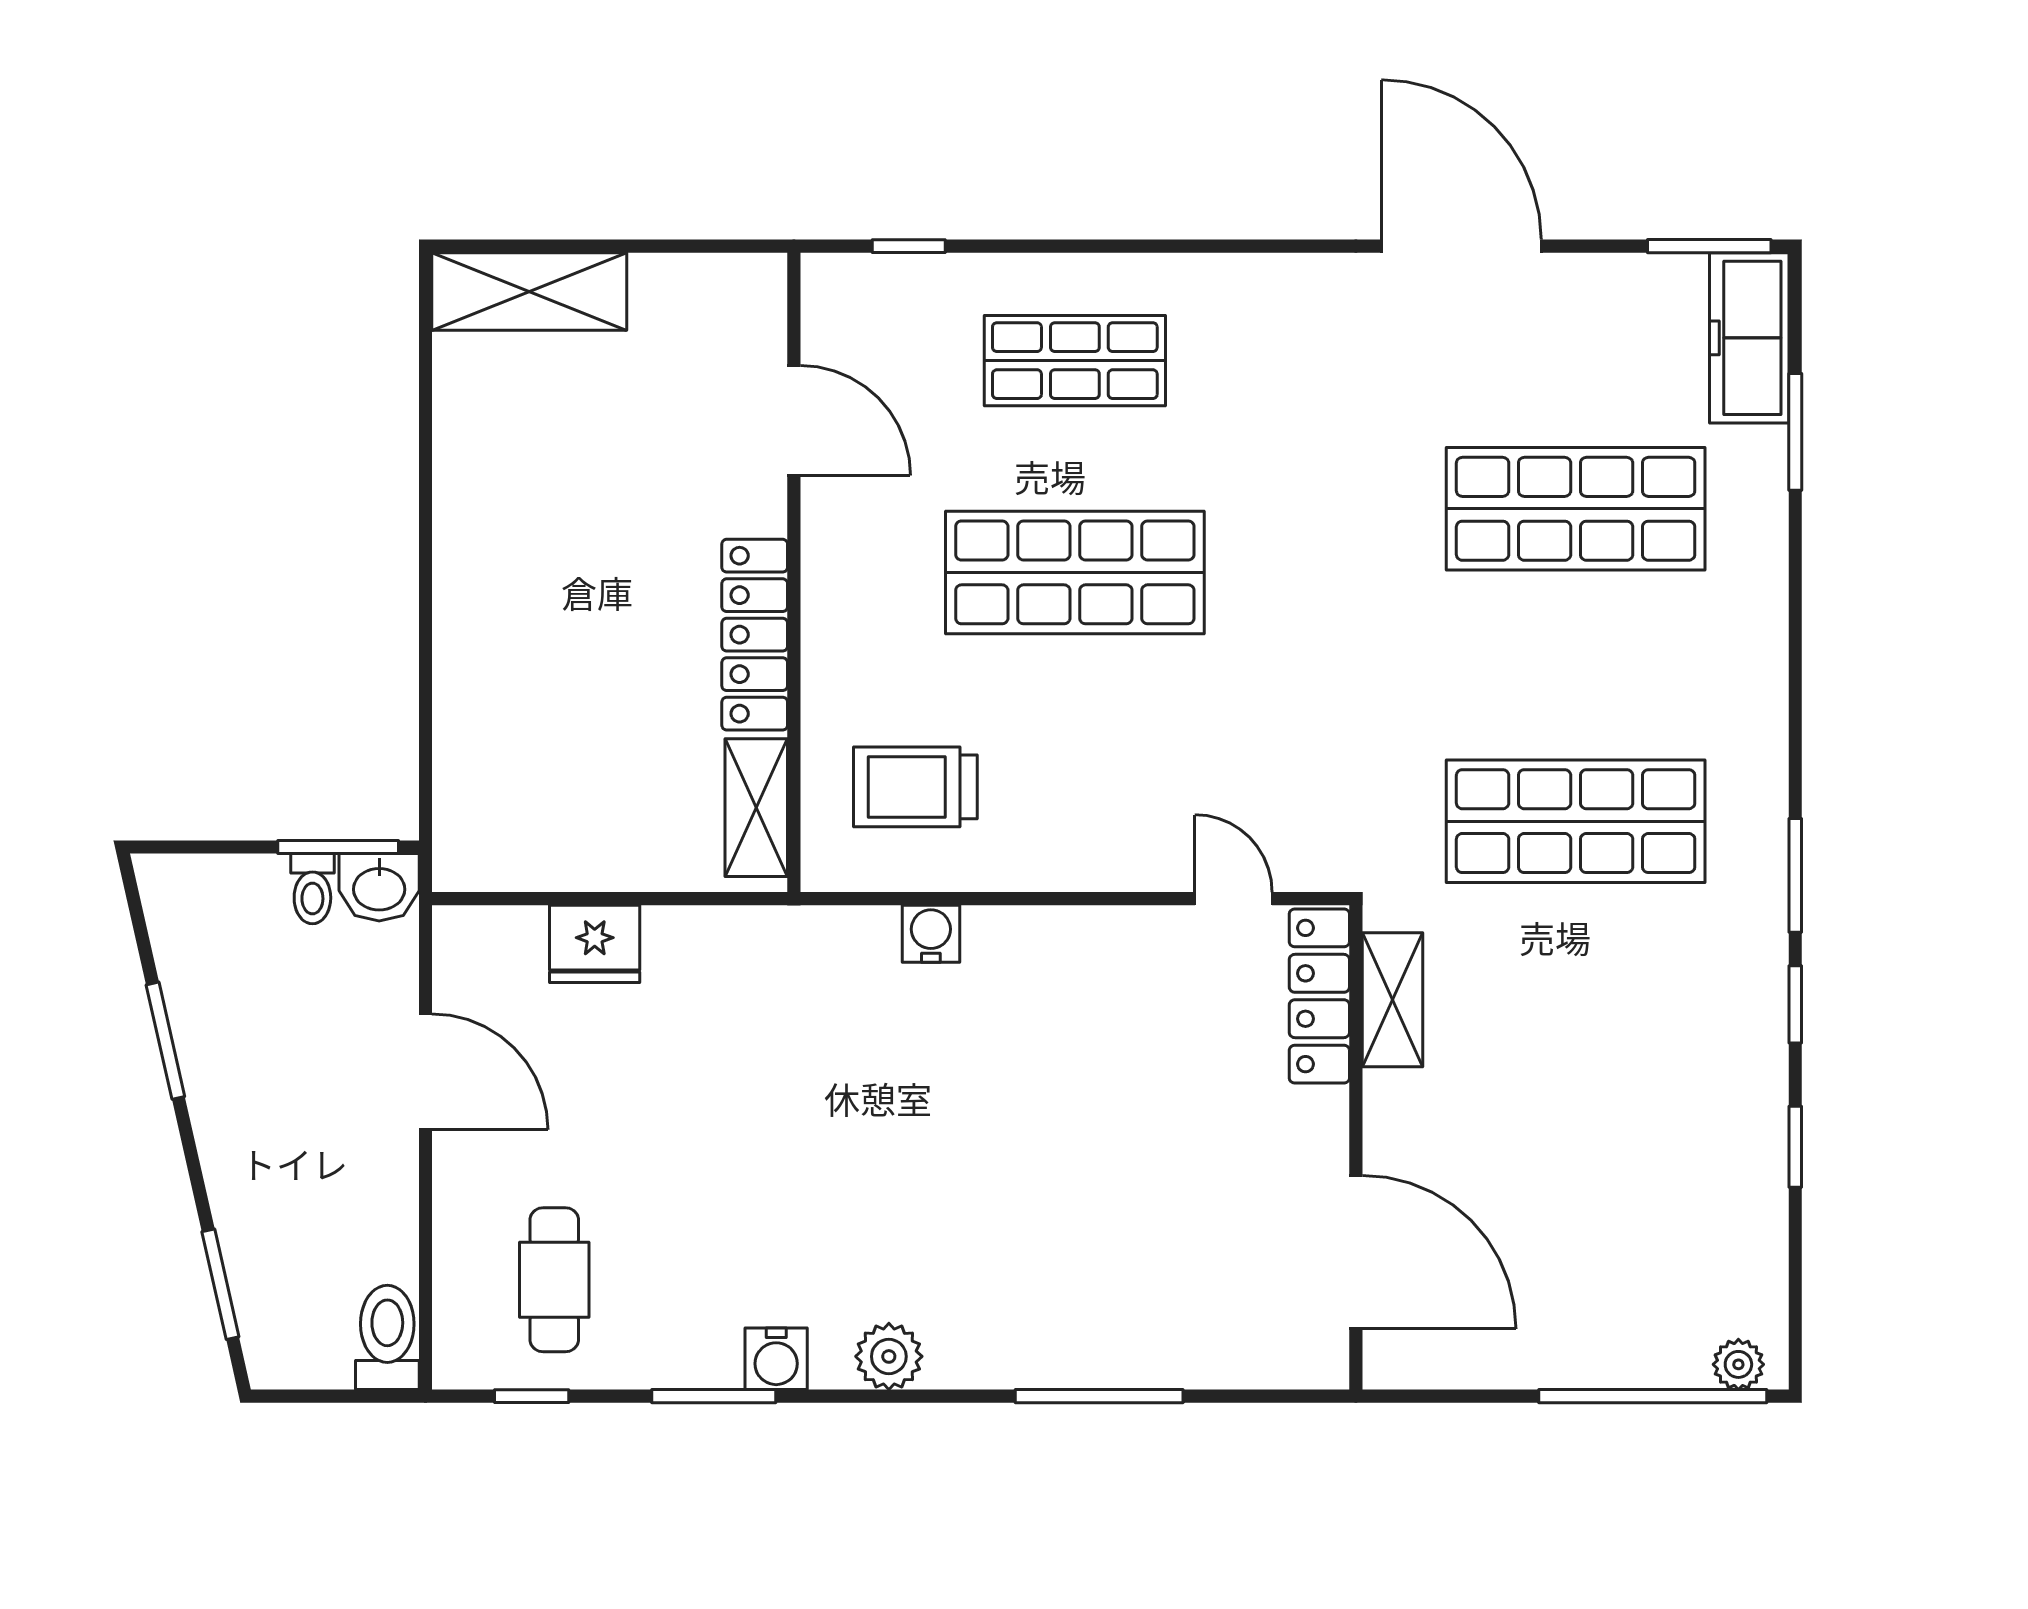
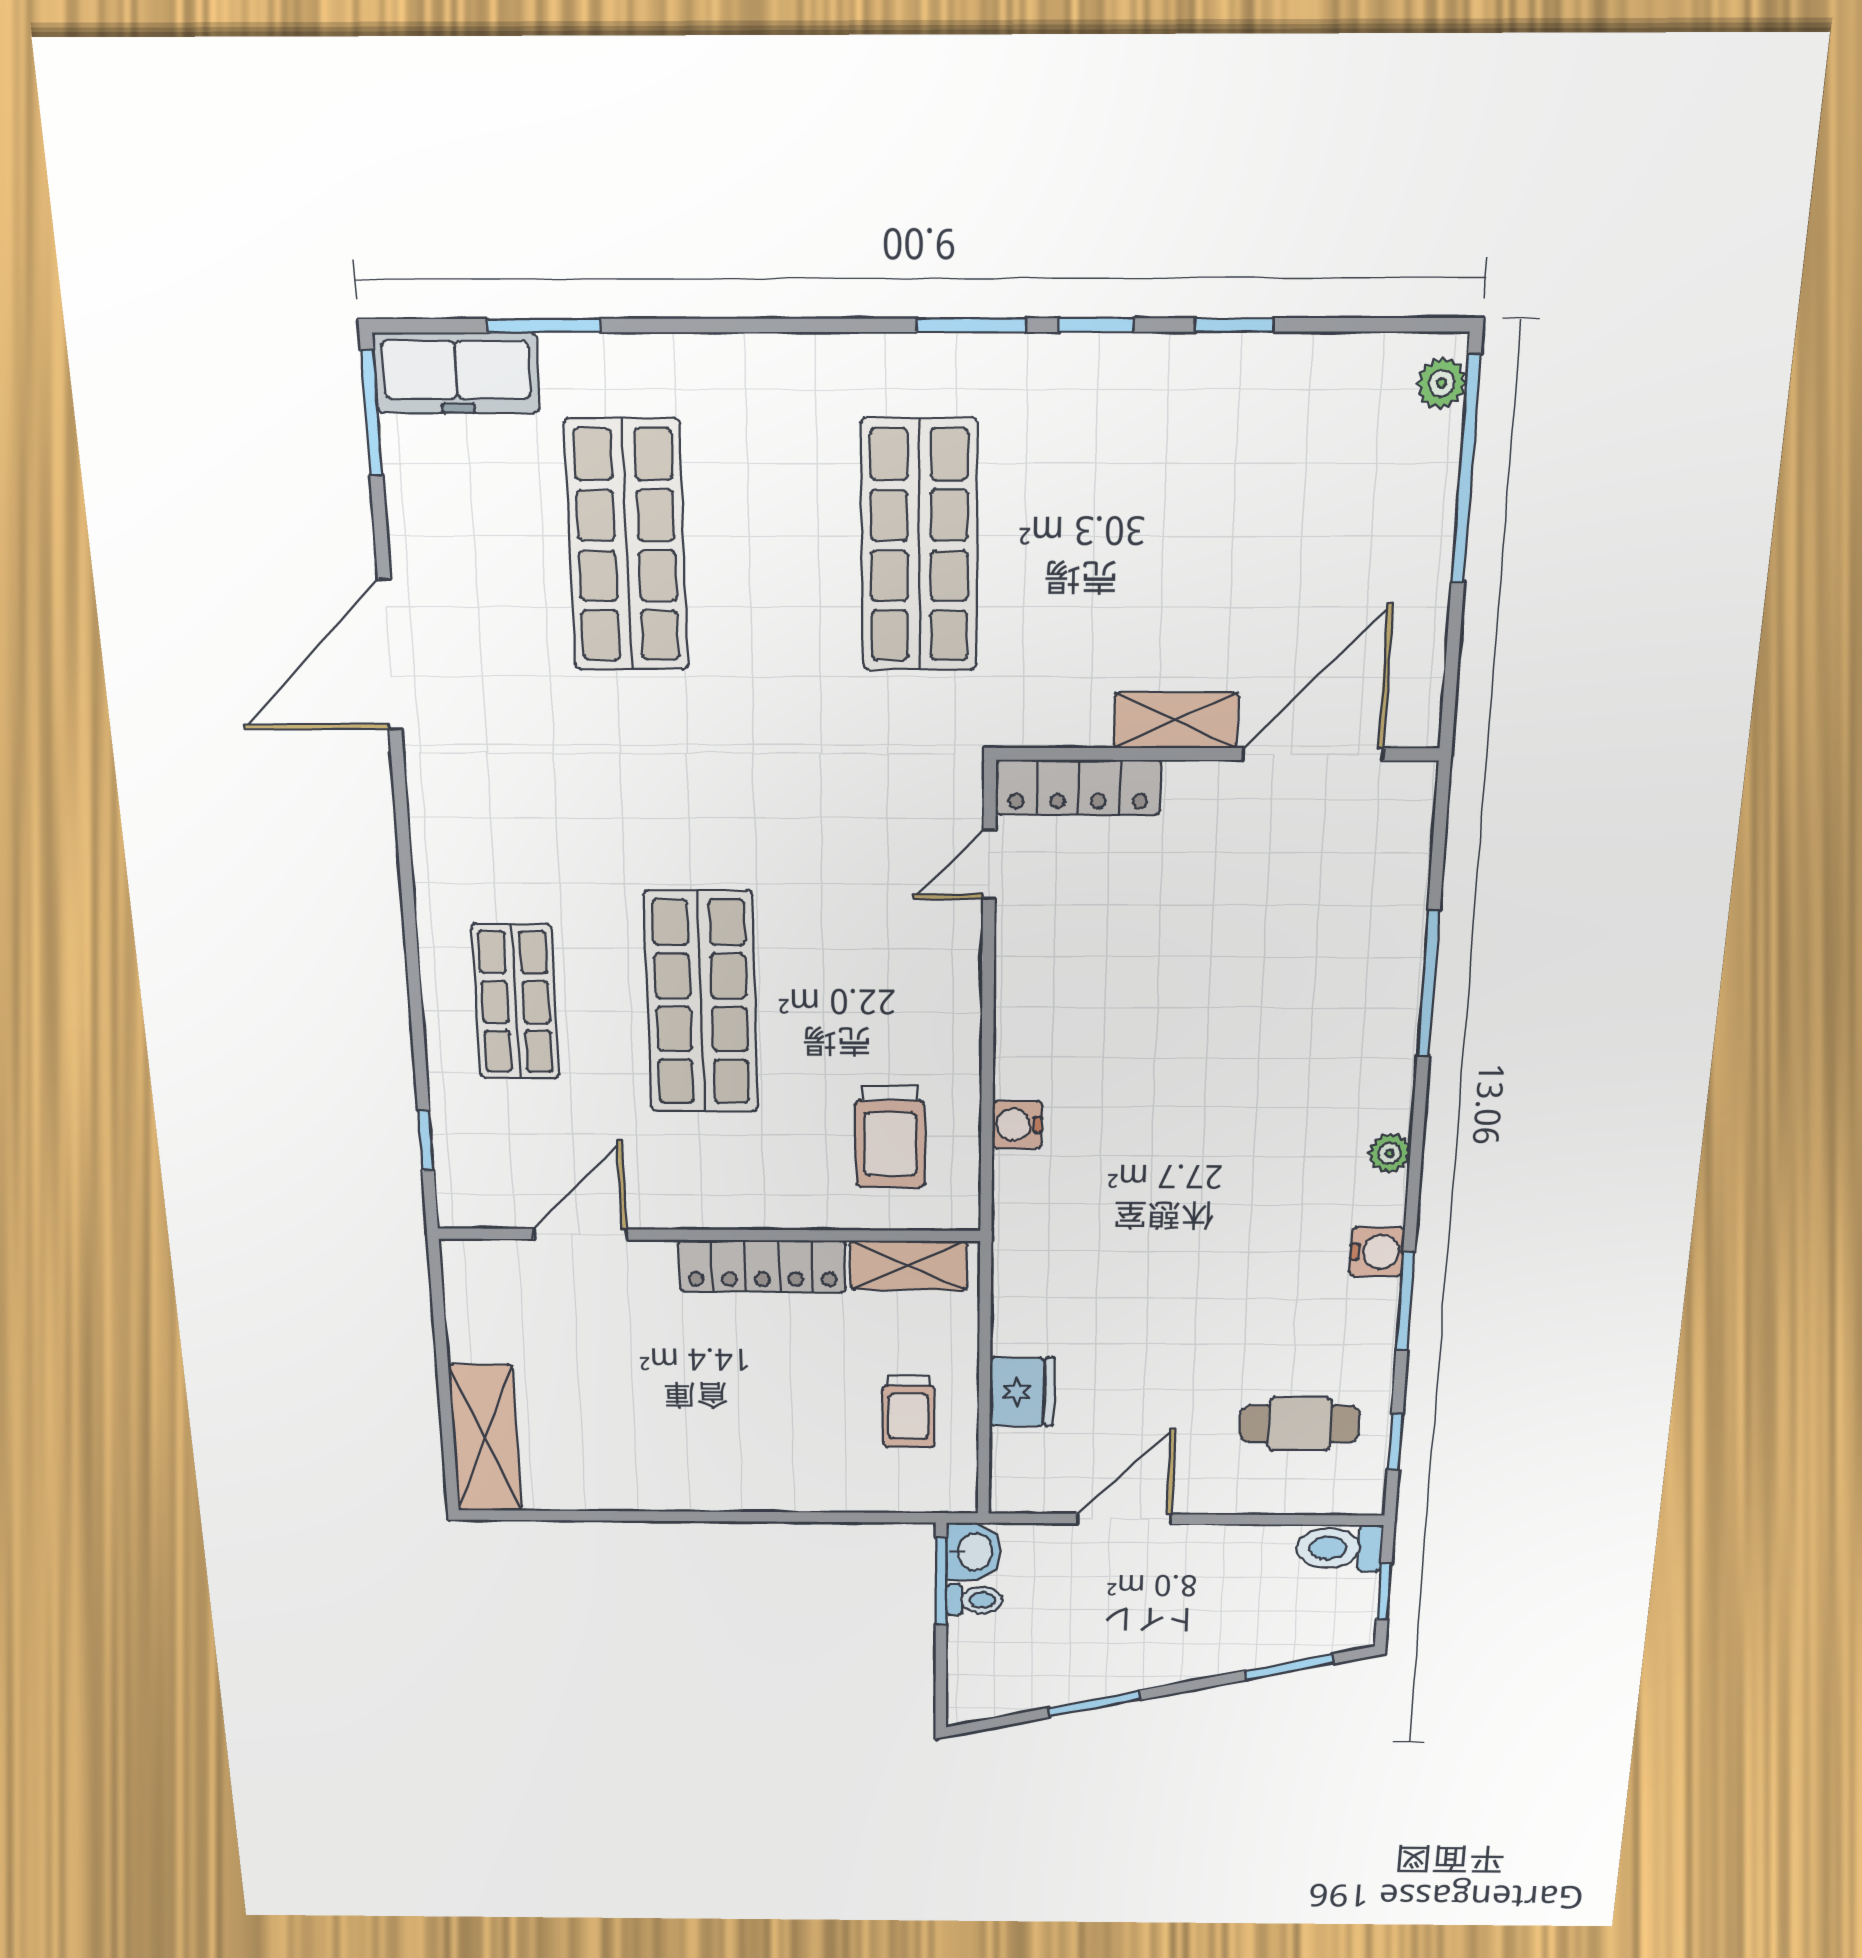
trolley: (568, 807) -> (908, 1411), added
shelving: (1393, 1000) -> (1176, 720), moved
plant: (889, 1356) -> (1390, 1153), width x0.73, depth x0.73
window: (328, 1396) -> (1384, 1592), added

